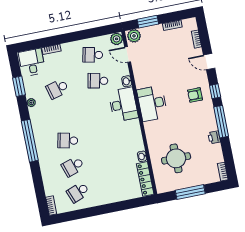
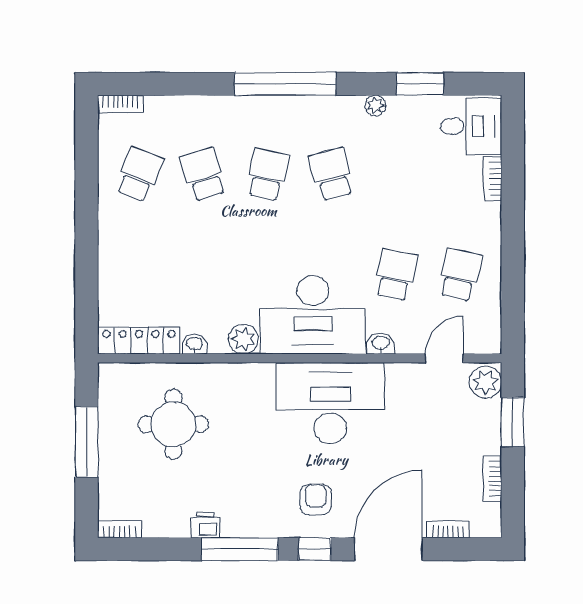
plant: (117, 39) -> (243, 339), moved
door: (209, 62) -> (388, 549), width x1.88
school desk: (57, 89) -> (332, 174), moved
desk: (152, 103) -> (330, 403), width x1.36, depth x1.30
desk: (123, 105) -> (313, 315), width x1.36, depth x1.30
school desk: (78, 192) -> (139, 174), turned 42

